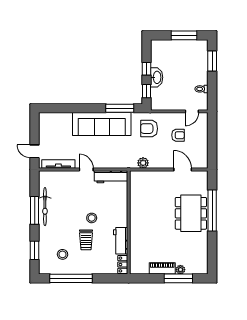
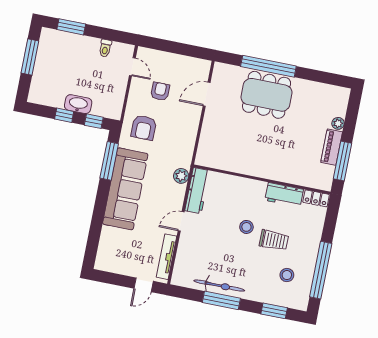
plant: (143, 163) -> (181, 176), moved
window: (178, 278) -> (343, 161), moved

